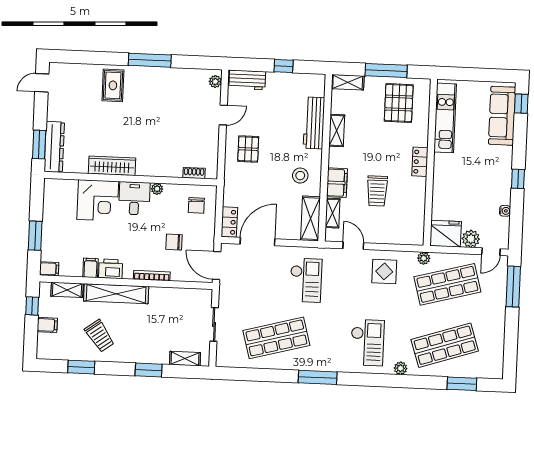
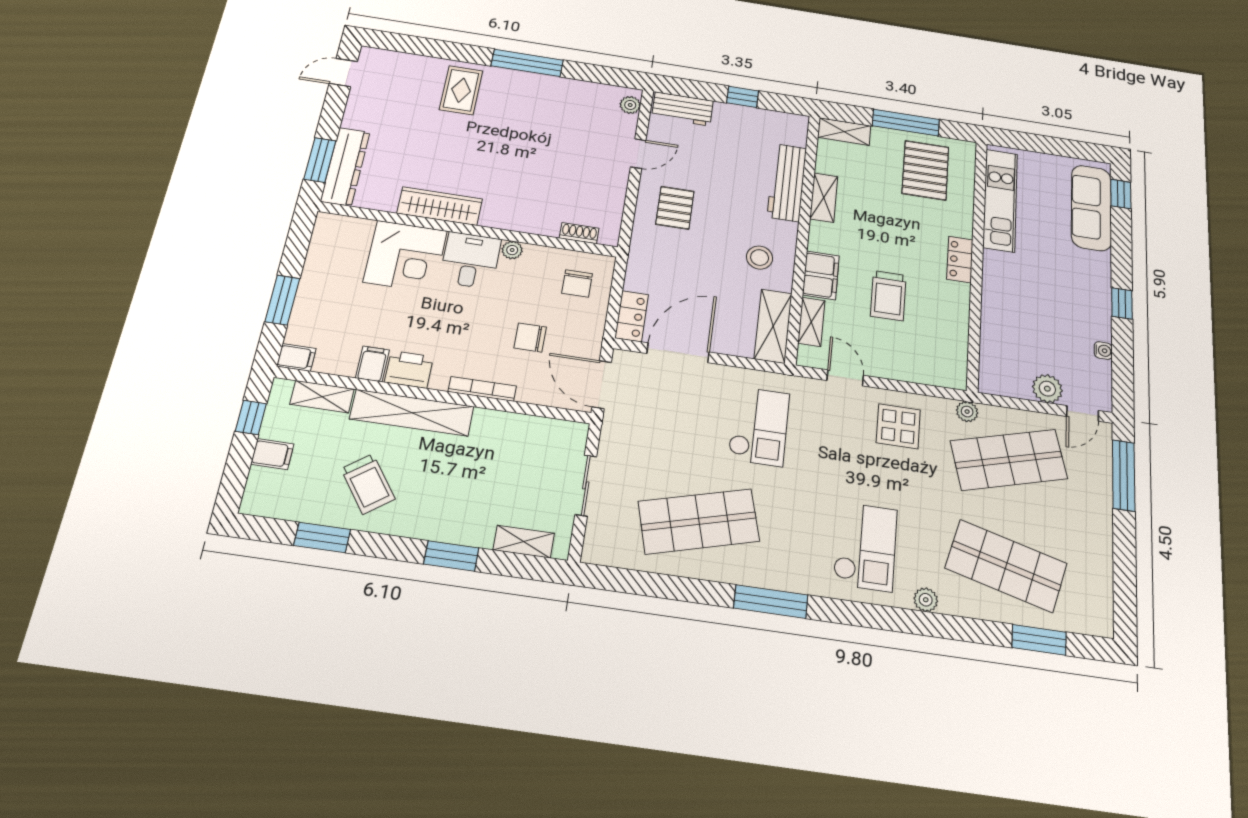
fridge: (446, 234) -> (1004, 376), removed
shop shelf: (445, 345) -> (1006, 566), turned 33

